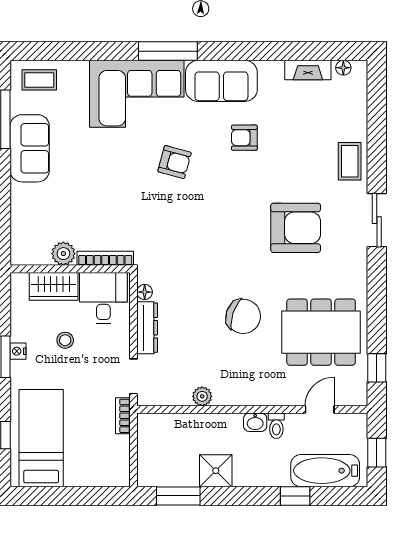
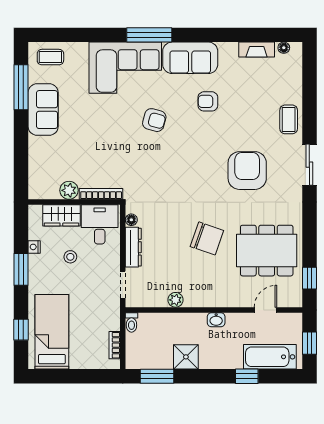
armchair: (296, 228) -> (247, 171), turned -90
nightstand: (18, 351) -> (34, 247), moved
bookcase: (123, 416) -> (115, 345), moved
toilet: (276, 426) -> (131, 322), moved

